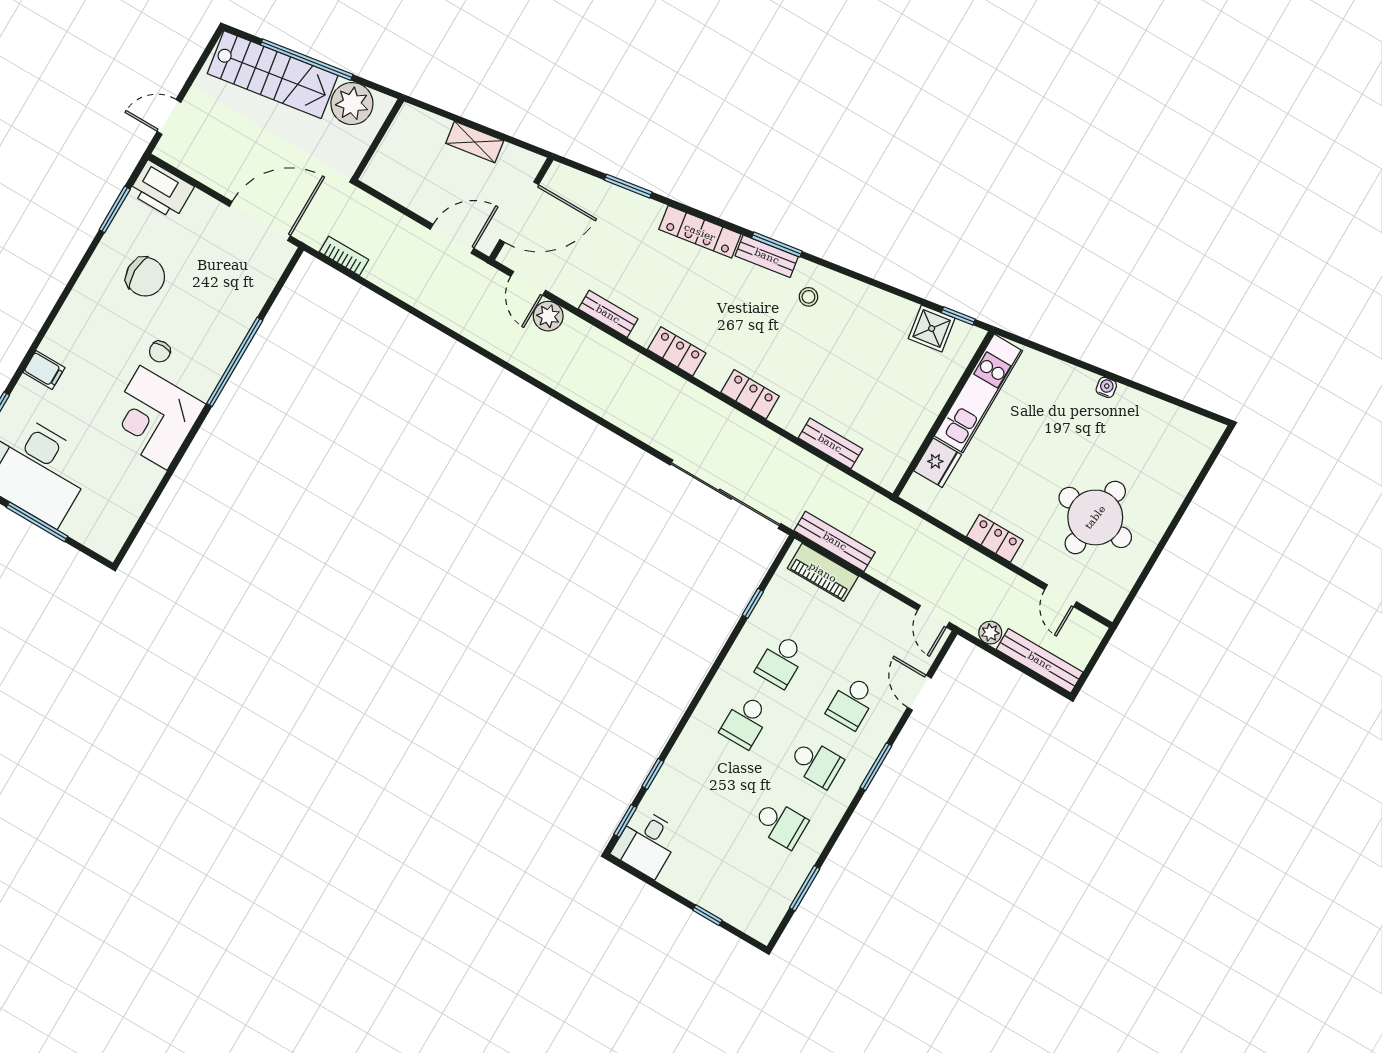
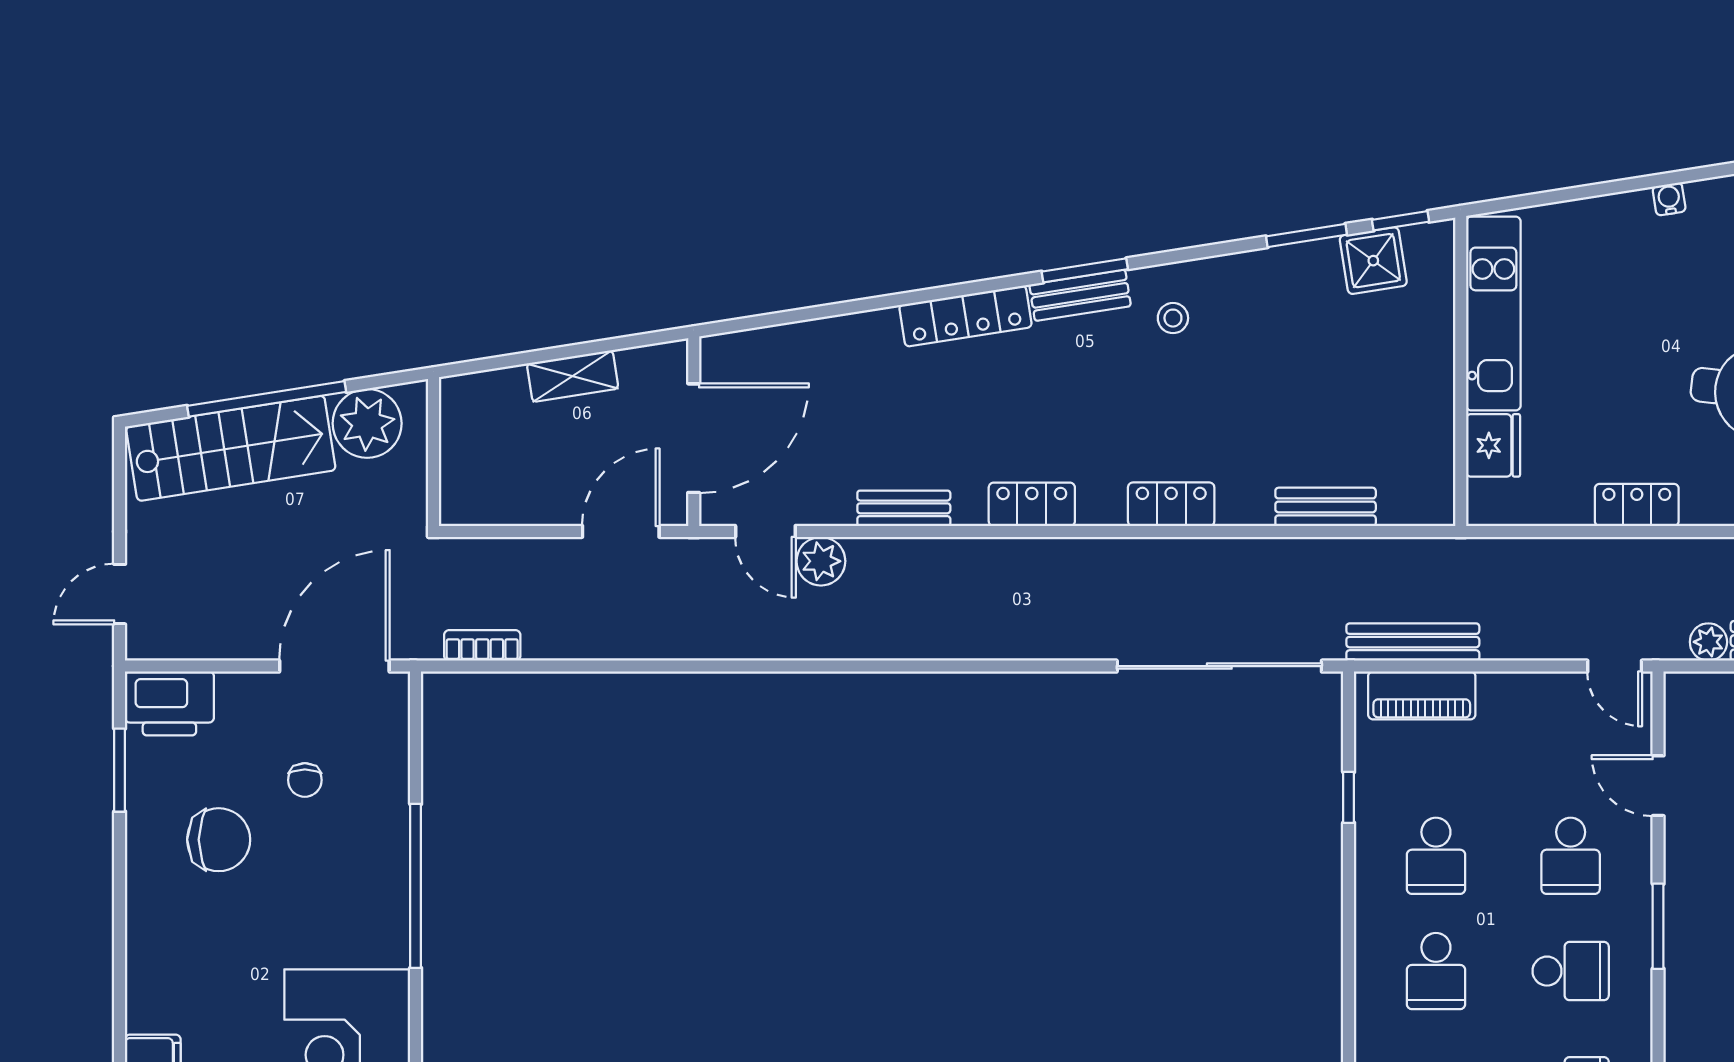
window: (628, 186) -> (1306, 235), moved
chair: (160, 352) -> (305, 780), moved

